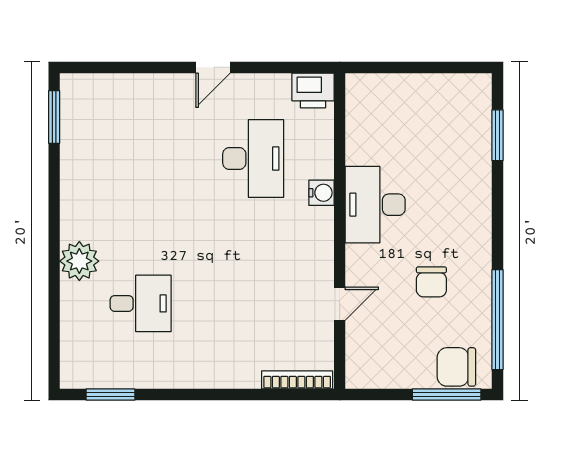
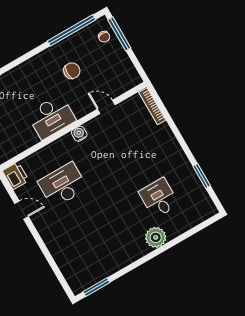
door: (213, 67) -> (21, 210), moved
water cooler: (321, 193) -> (79, 134), moved
chair: (456, 367) -> (104, 37), width x0.54, depth x0.54
window: (111, 395) -> (202, 176), moved

